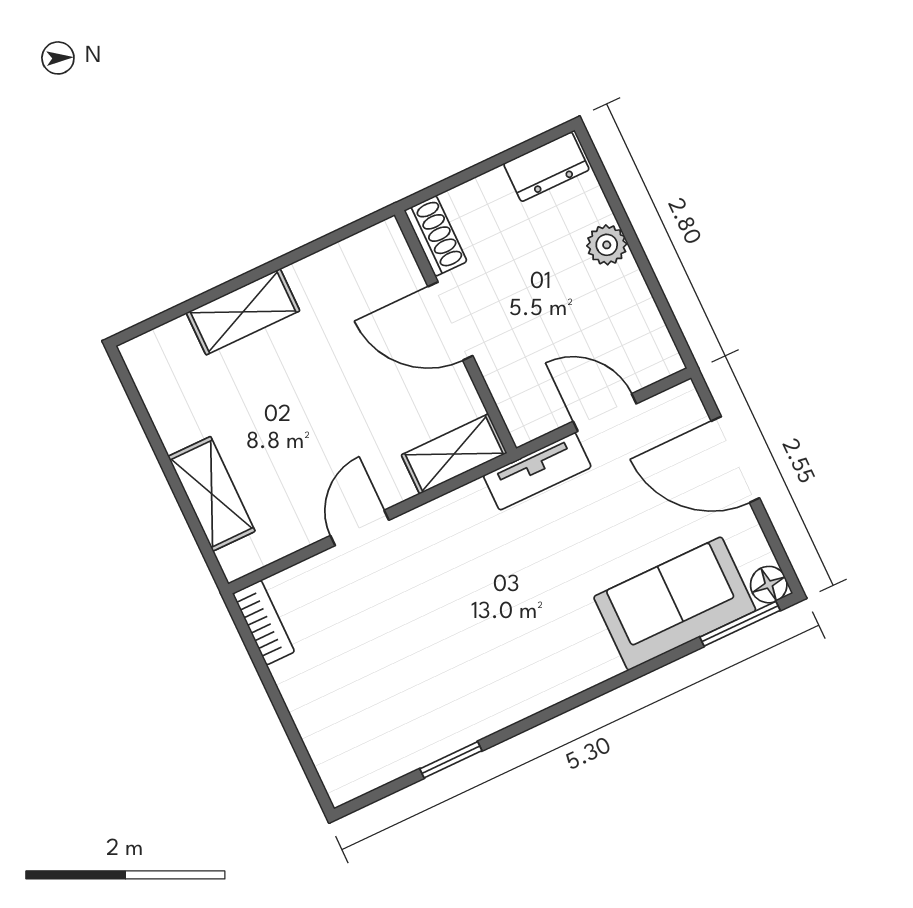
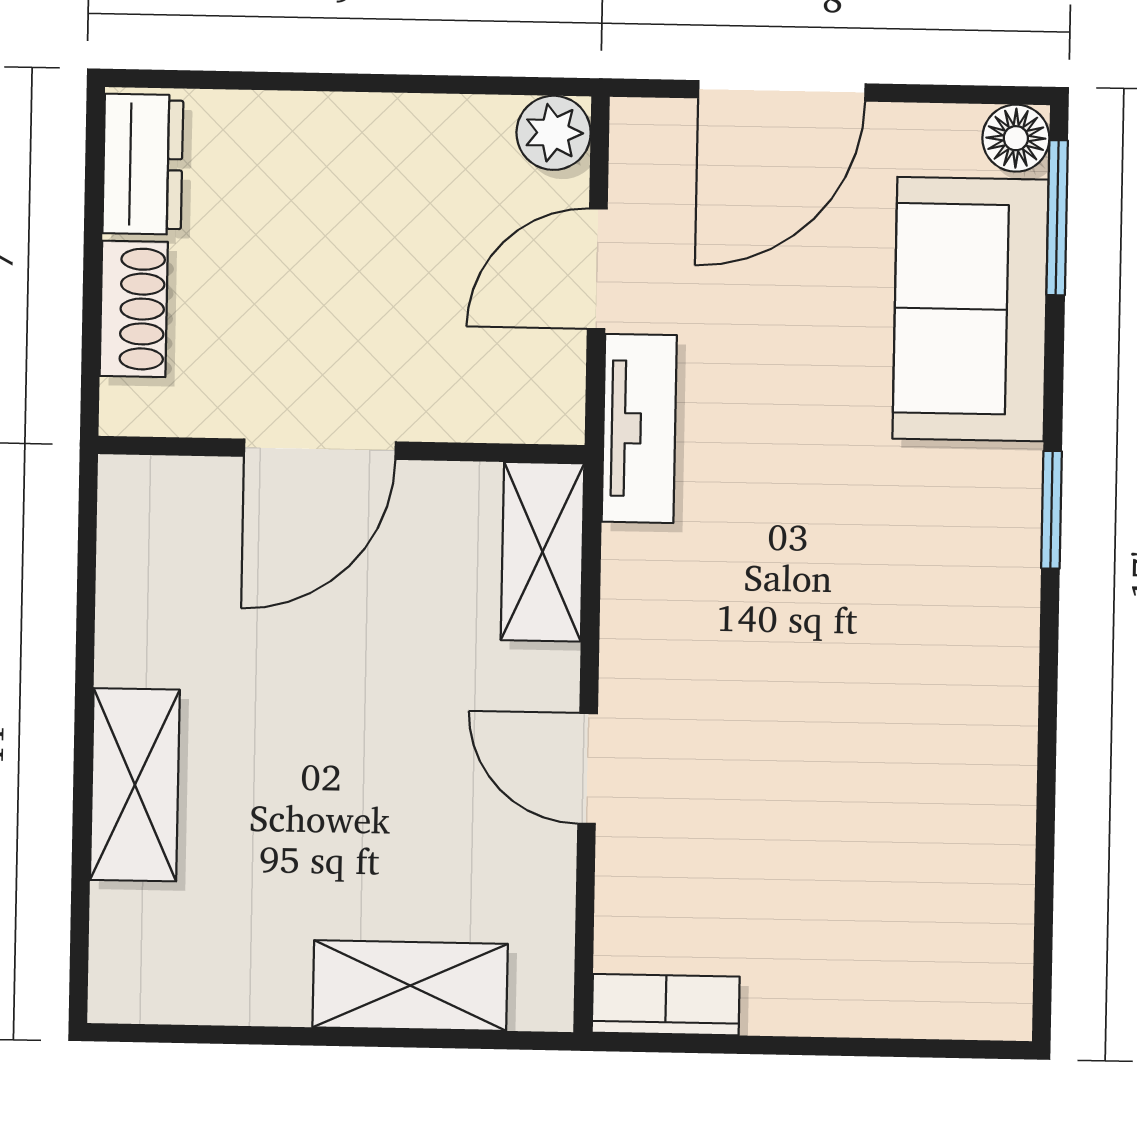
shoe rack: (436, 236) -> (134, 309), moved, turned 90
plant: (607, 245) -> (554, 133), moved
window: (451, 760) -> (1051, 510), moved

